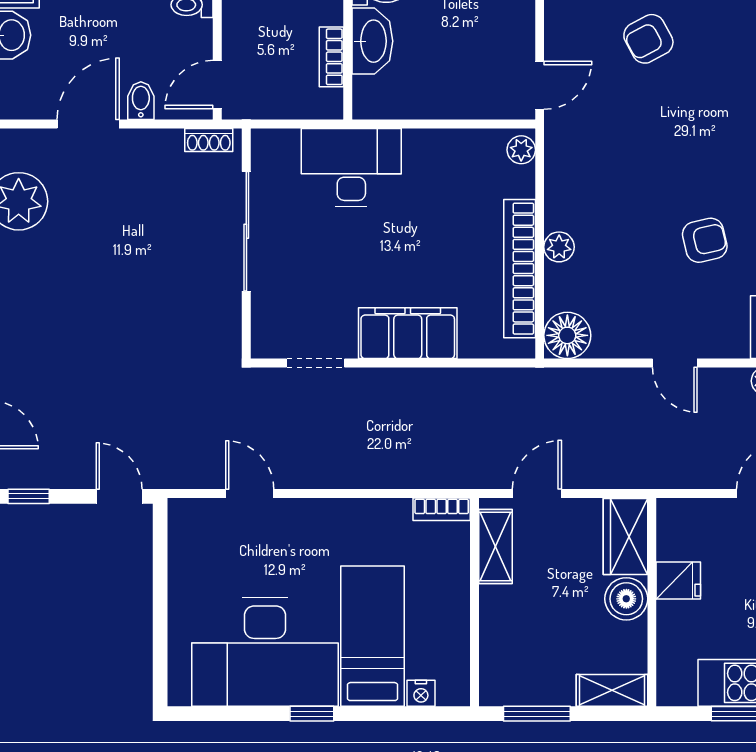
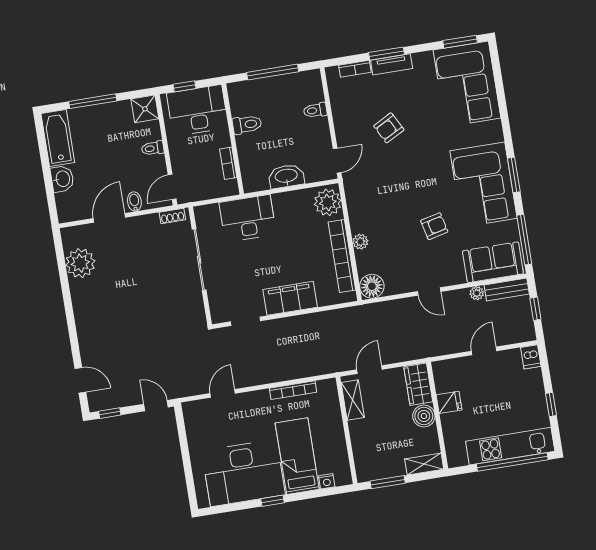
washbasin: (372, 41) -> (286, 176), moved, turned -90
plant: (521, 150) -> (328, 202), width x1.88, depth x1.88
door: (250, 493) -> (223, 393), hinge flipped
bookcase: (442, 509) -> (293, 390), moved, width x1.56

